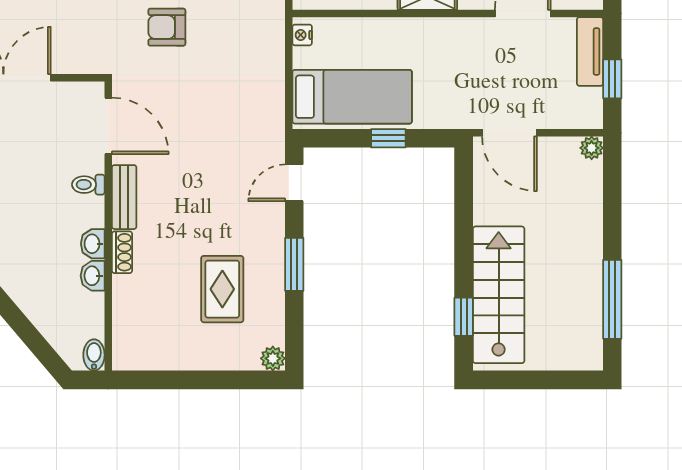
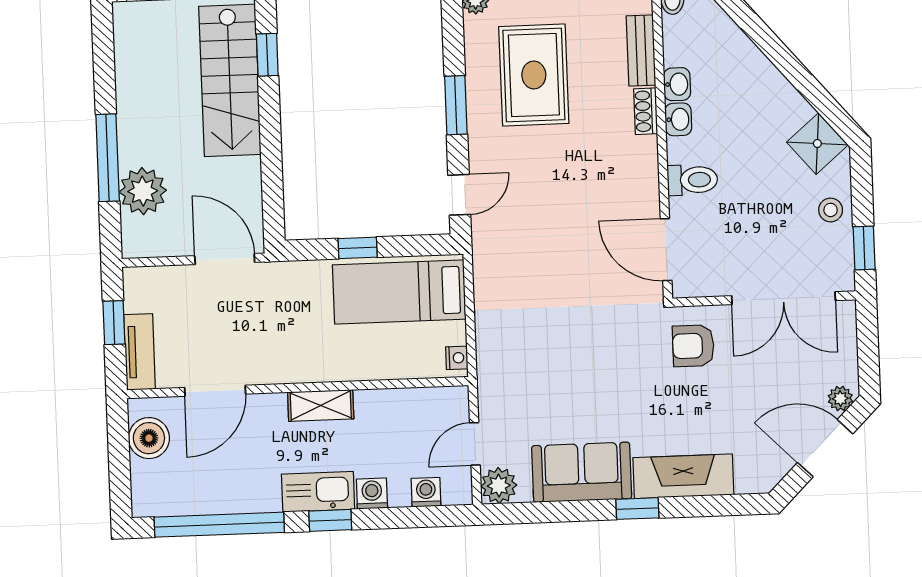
armchair: (167, 27) -> (693, 346), moved, turned 180
plant: (592, 148) -> (143, 191), moved, width x1.88, depth x1.88
toilet: (88, 185) -> (692, 180), width x1.37, depth x1.39
bench: (124, 197) -> (641, 51), moved
rug: (222, 289) -> (534, 75), width x1.36, depth x1.43
window: (612, 299) -> (108, 158), moved

